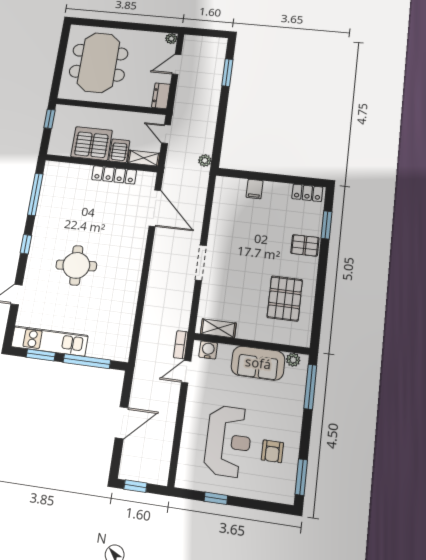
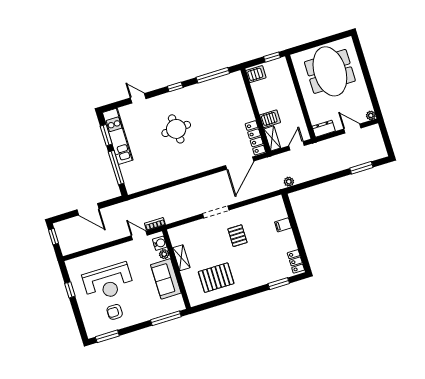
meeting table: (99, 63) -> (330, 71), turned 90
server rack: (92, 144) -> (256, 74), moved, width x0.46, depth x0.70
locker: (114, 175) -> (255, 138), moved
pallet: (305, 245) -> (237, 236), moved
shelving: (218, 328) -> (181, 258), moved
plant: (293, 360) -> (164, 254), moved

